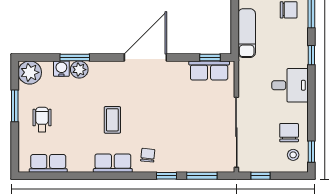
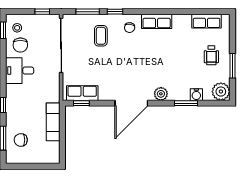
plant: (79, 70) -> (161, 94), moved
desk: (290, 85) -> (20, 71), moved
coffee table: (112, 120) -> (101, 36), moved

